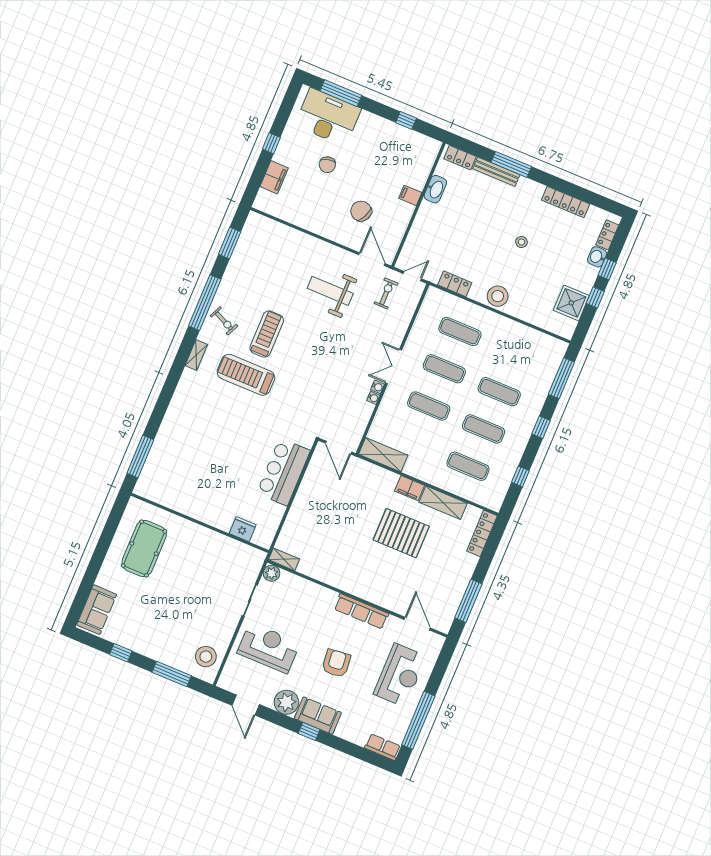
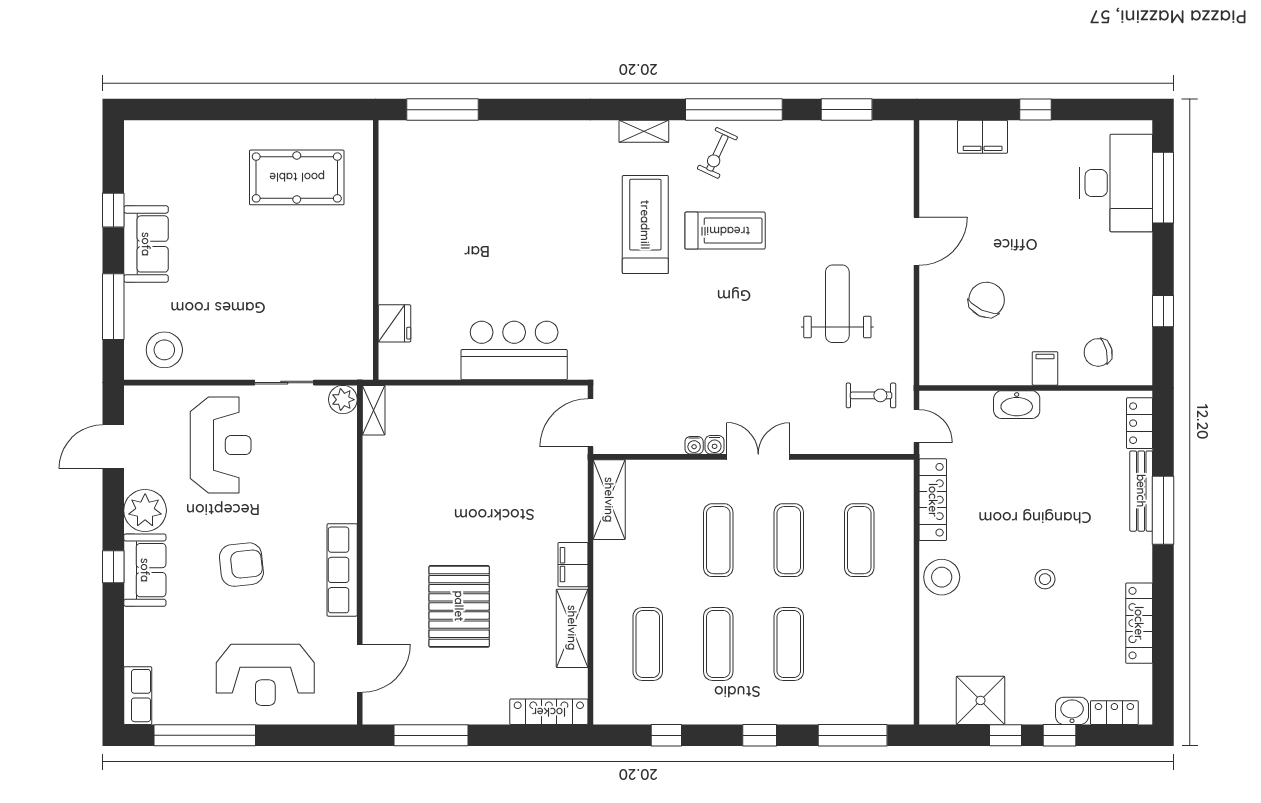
chair: (327, 165) -> (1098, 352), moved
washbasin: (435, 189) -> (1017, 405), moved
door: (372, 259) -> (917, 241), moved
locker: (455, 284) -> (933, 500), width x1.53
pallet: (401, 533) -> (459, 606), moved
sofa: (97, 610) -> (146, 244), moved, turned -90

